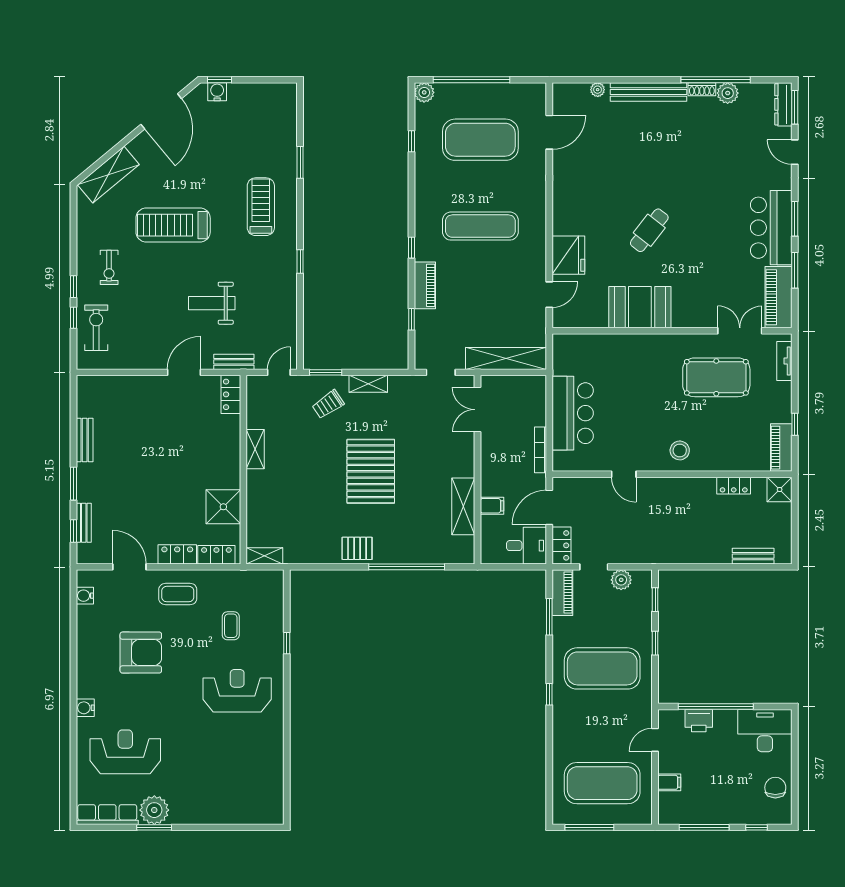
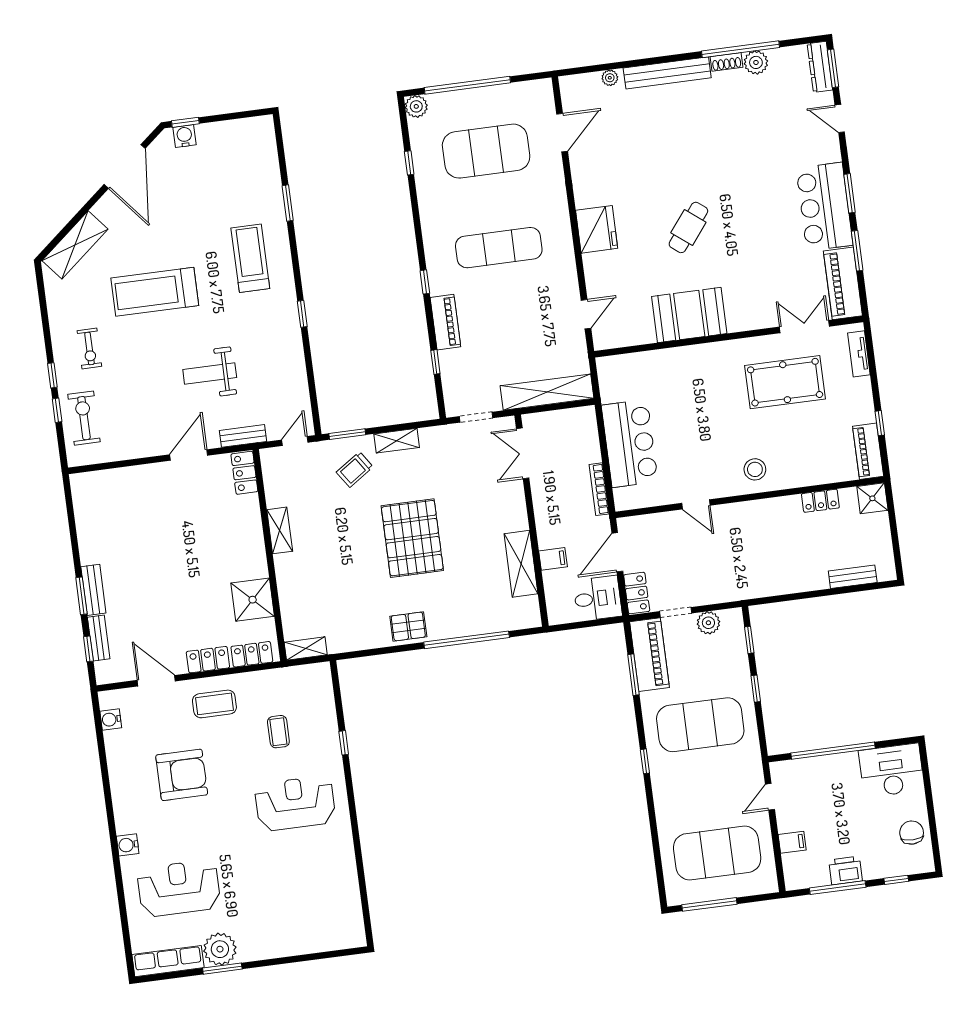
fridge: (568, 255) -> (597, 229), moved
bench: (85, 440) -> (93, 590), moved
piano: (562, 593) -> (650, 655), width x1.37, depth x1.33
printer: (699, 721) -> (846, 870), moved, turned 180

